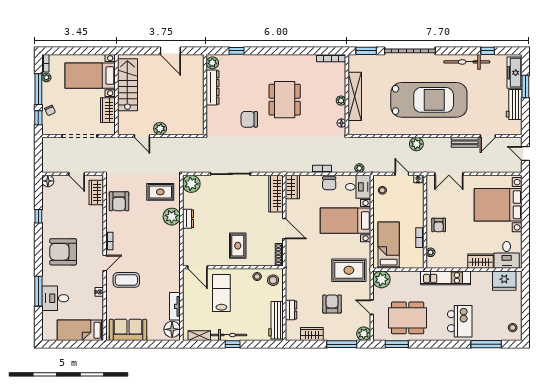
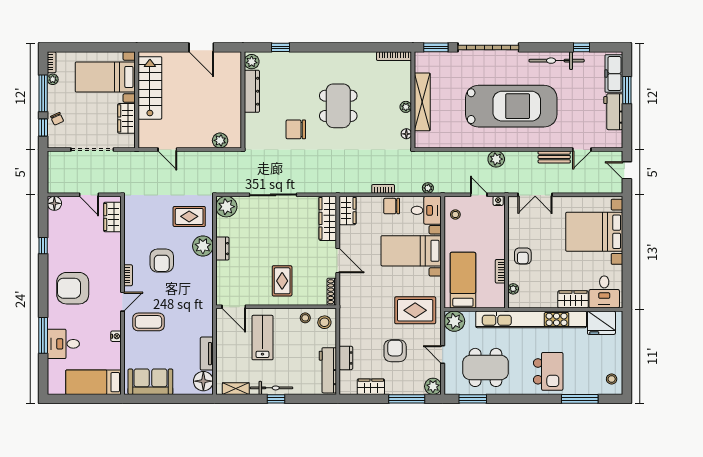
plant: (160, 129) -> (220, 140), moved
chair: (329, 183) -> (392, 206), turned 90
armchair: (119, 201) -> (162, 261), moved
kitchen unit: (446, 278) -> (531, 319), width x1.86

